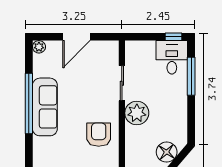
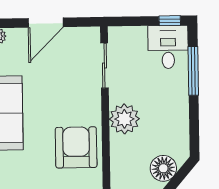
sliding door: (122, 83) -> (105, 66), moved
armchair: (99, 135) -> (76, 147), width x1.36, depth x1.36

